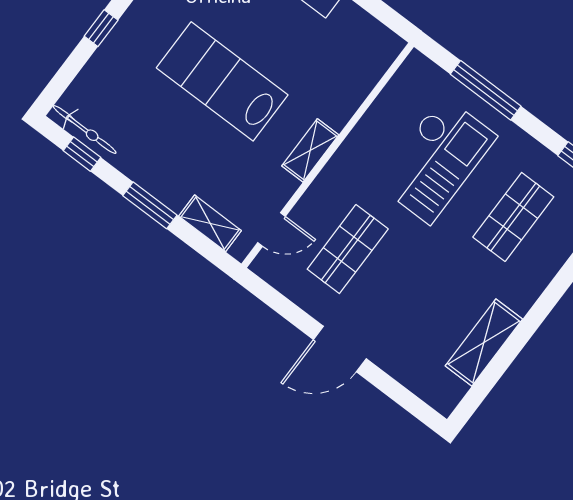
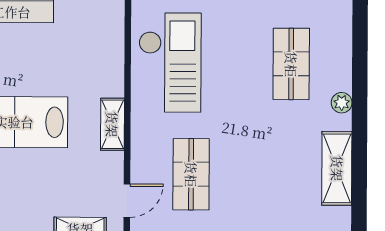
checkout: (436, 160) -> (170, 63), moved
plant: (533, 286) -> (342, 103), added

